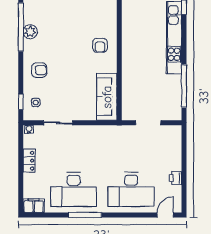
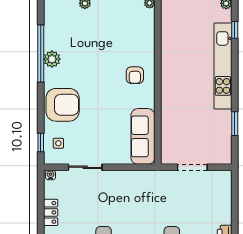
armchair: (39, 70) -> (63, 105), width x1.88, depth x1.88
window: (184, 86) -> (235, 124), width x0.47

